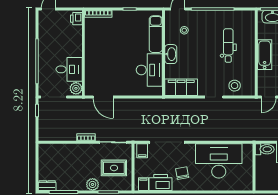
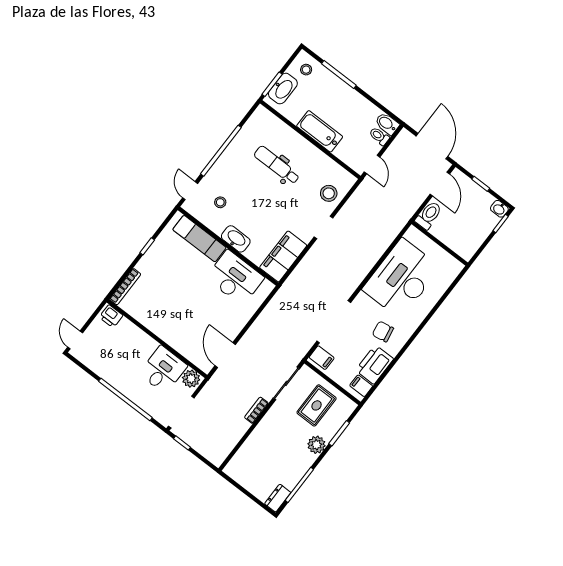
door: (103, 97) -> (225, 355), swing flipped

